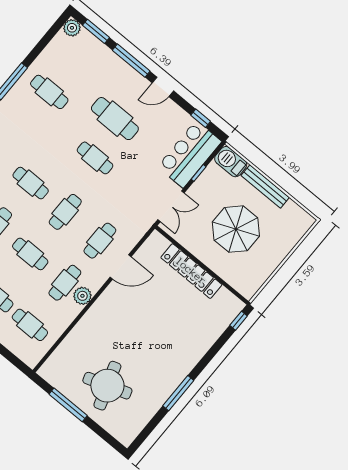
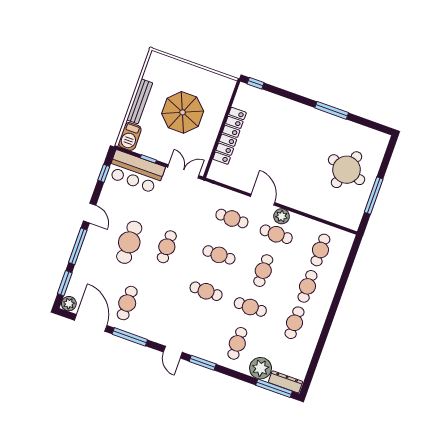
door: (42, 44) -> (91, 323), added
cafe table: (31, 183) -> (206, 291), turned 90
door: (121, 267) -> (263, 200), moved
round table: (107, 386) -> (347, 170), turned 37

